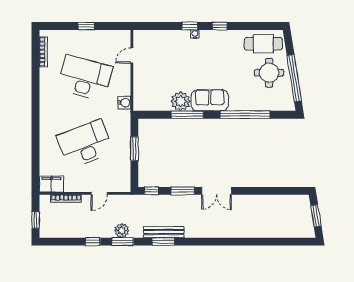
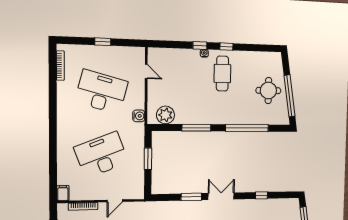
cafe table: (263, 44) -> (222, 74), moved, turned 90
door: (132, 55) -> (146, 71), swing flipped
sofa: (210, 100) -> (217, 115), removed
plant: (181, 101) -> (165, 115), moved
filing cabinet: (51, 184) -> (63, 193), width x0.50
window: (152, 191) -> (261, 195), moved
double door: (217, 191) -> (221, 196), swing flipped

